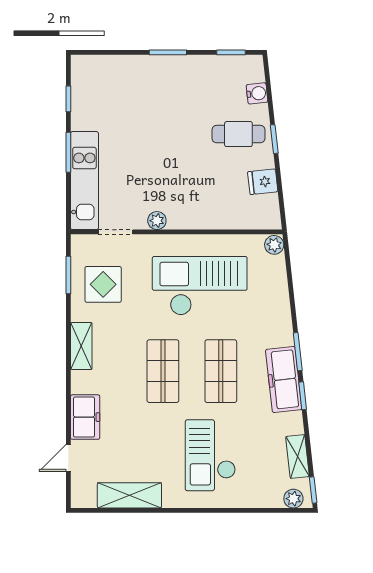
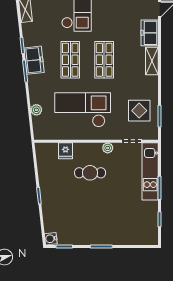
water cooler: (257, 93) -> (51, 239), moved
cafe table: (238, 134) -> (90, 173), moved
fridge: (263, 182) -> (66, 151), moved, turned 96
plant: (274, 245) -> (36, 110), moved
checkout: (200, 286) -> (83, 110), turned 180
shelving: (81, 346) -> (152, 61), moved
freezer: (284, 379) -> (34, 60), width x0.71

